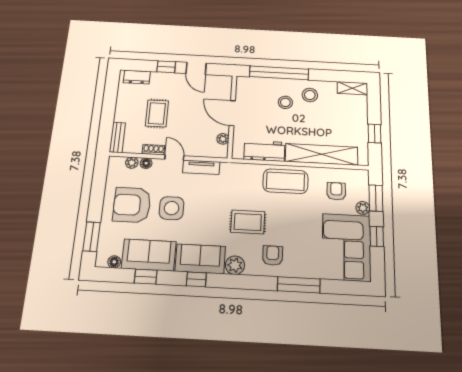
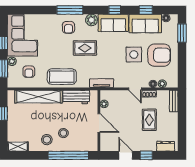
tv unit: (201, 167) -> (102, 83), moved
window: (299, 285) -> (70, 10), moved

